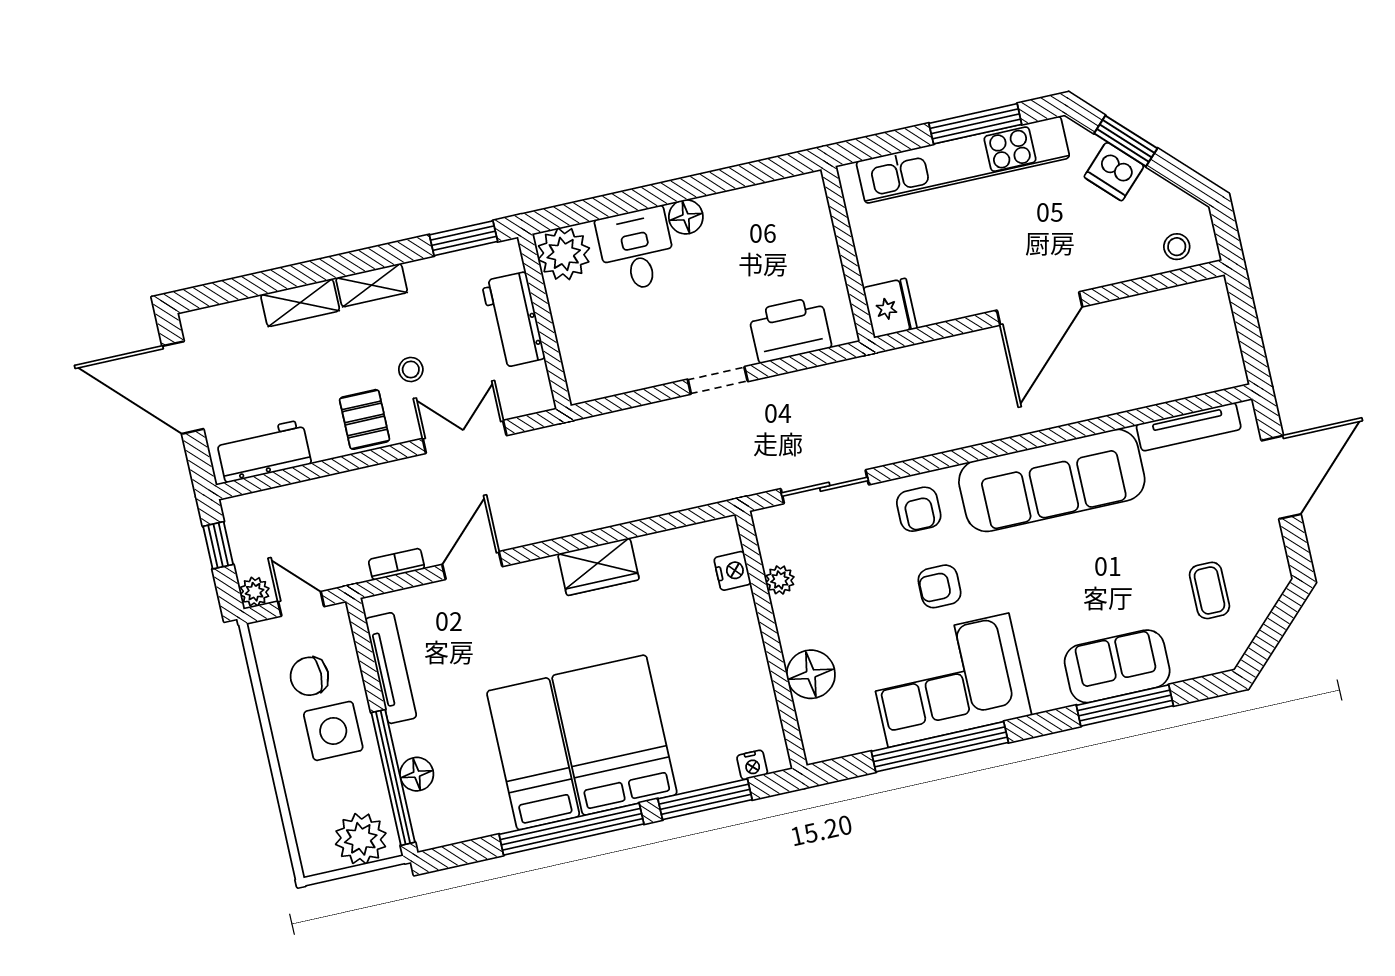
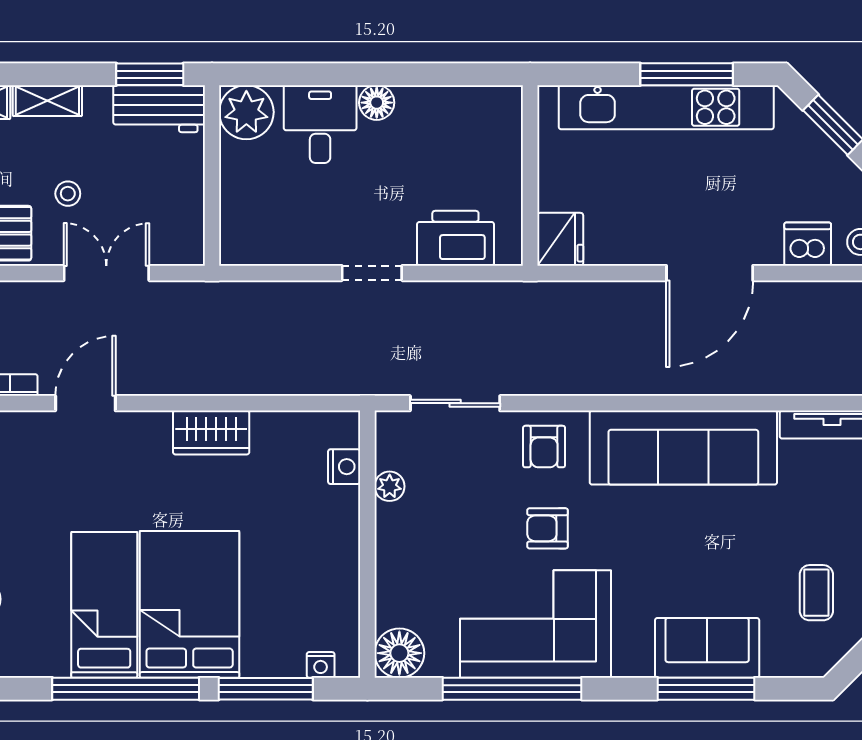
dishwasher: (1114, 171) -> (808, 244), moved, turned 135
workbench: (513, 320) -> (159, 109), moved, turned -90
floor lamp: (811, 674) -> (399, 653), moved

